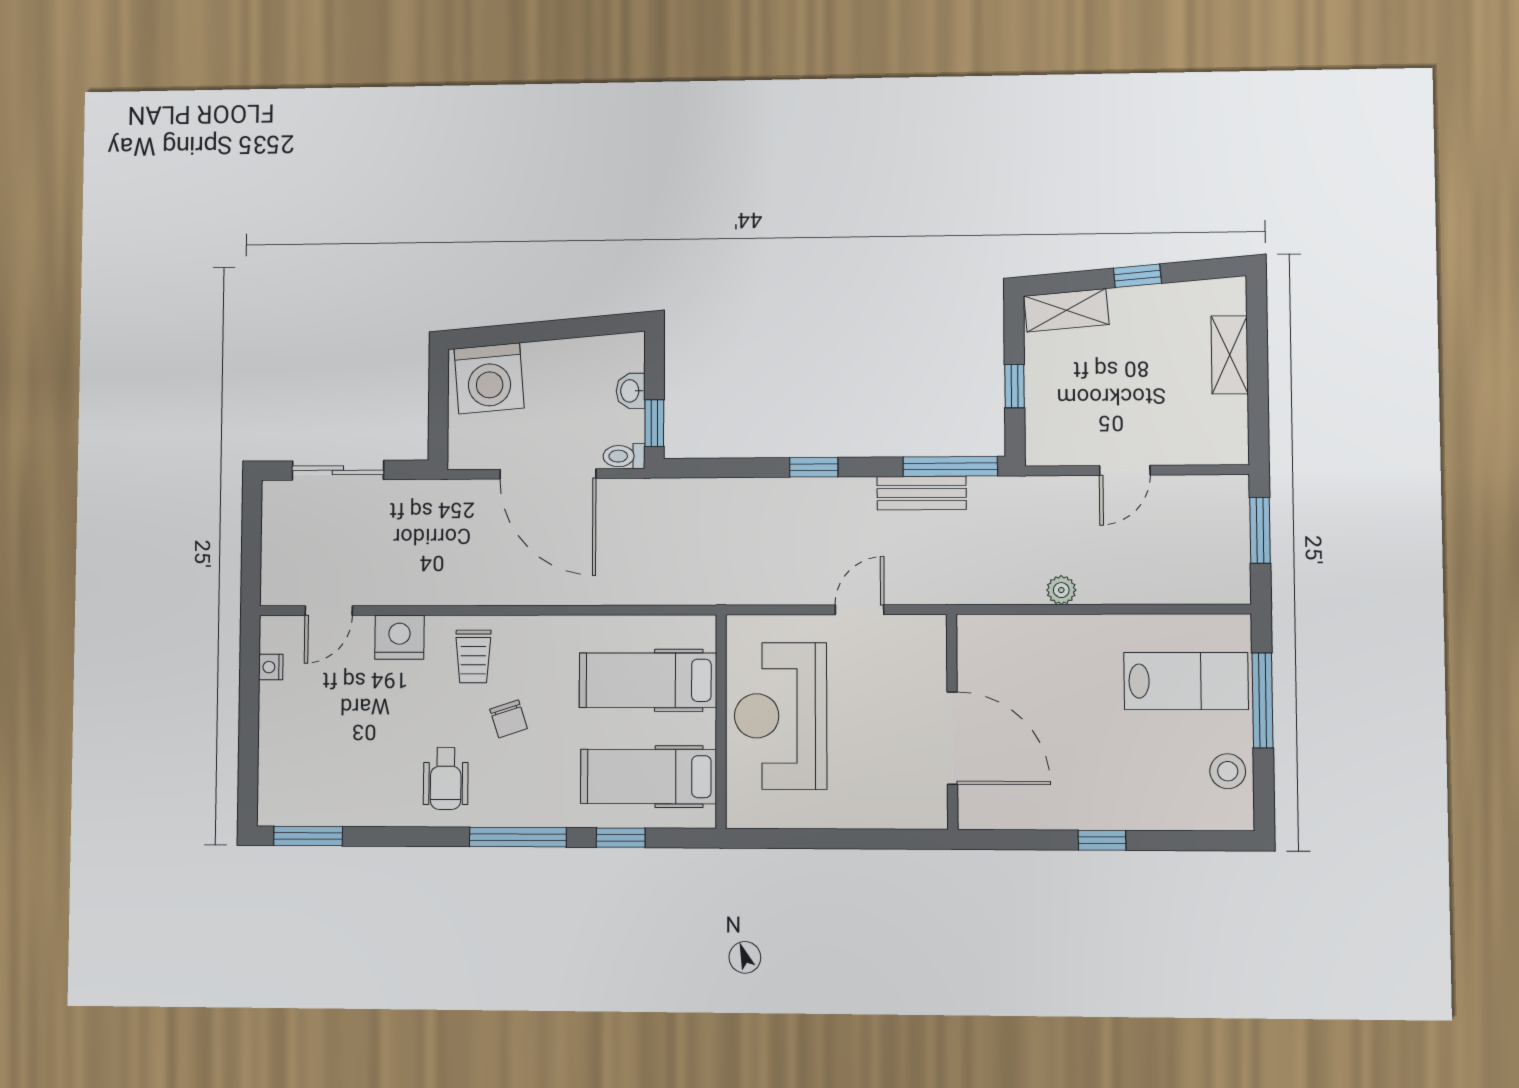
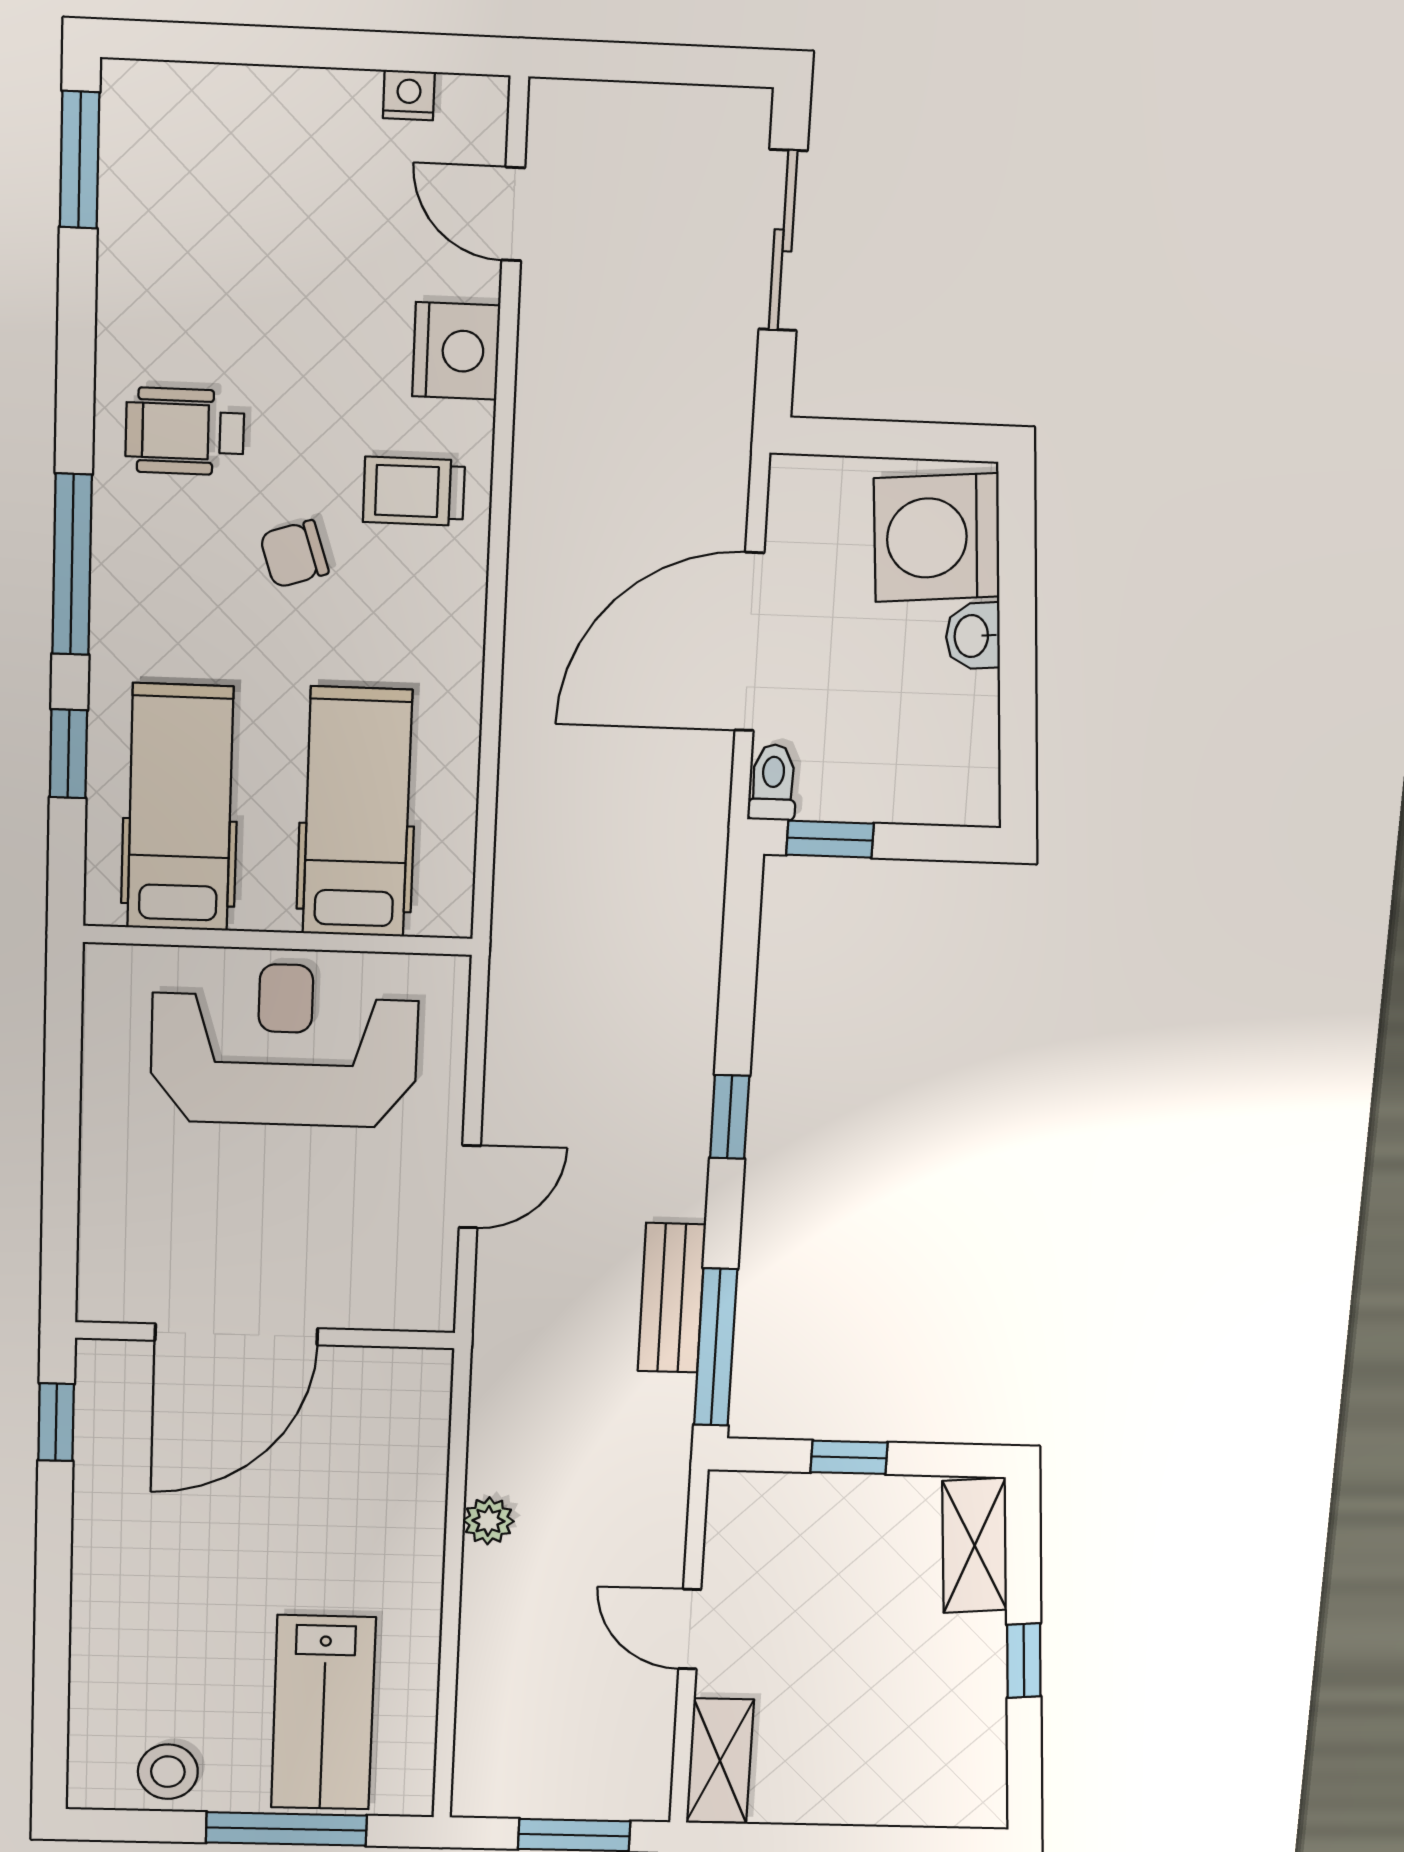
shelving: (1230, 355) -> (720, 1761), moved, turned 90
washbasin: (631, 391) -> (973, 636), moved, turned -95
door: (860, 610) -> (470, 1187), hinge flipped
window: (1102, 840) -> (56, 1422), moved

